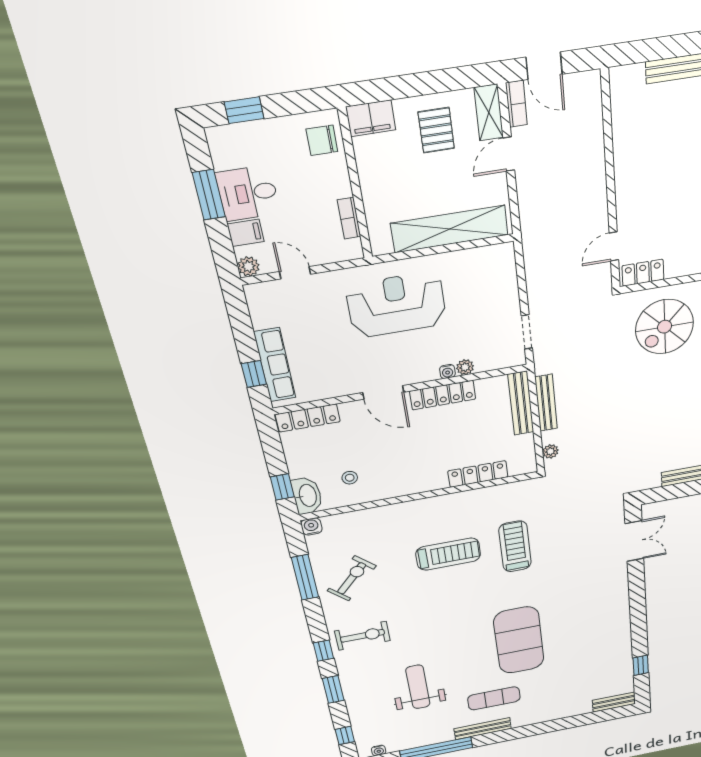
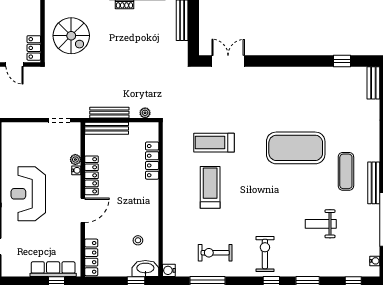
exercise bike: (352, 578) -> (215, 253), turned -43
weight bench: (418, 687) -> (321, 224), width x0.73, depth x0.75

